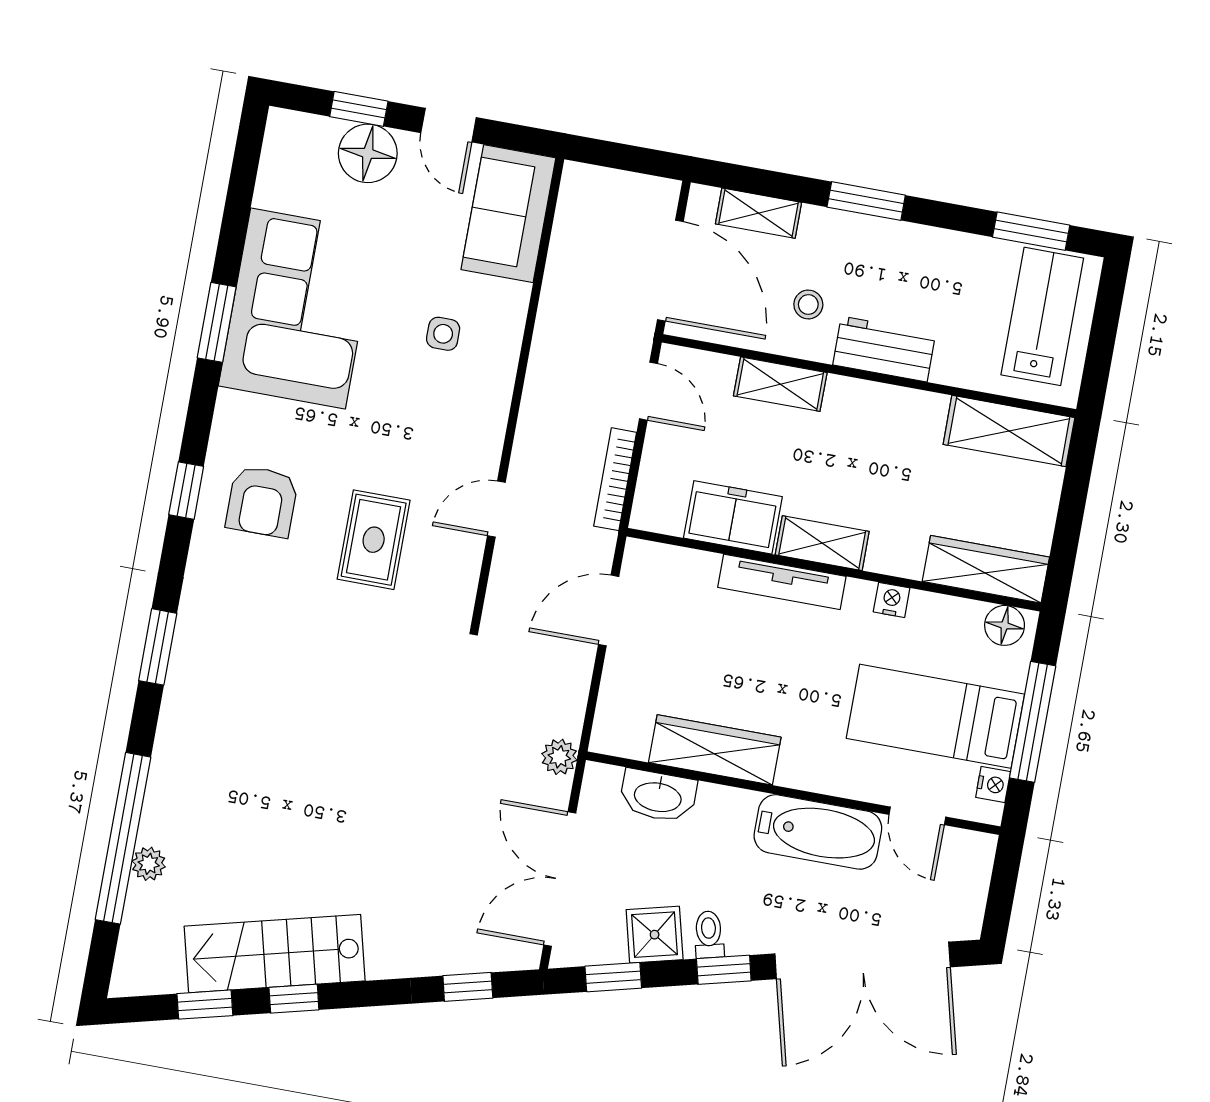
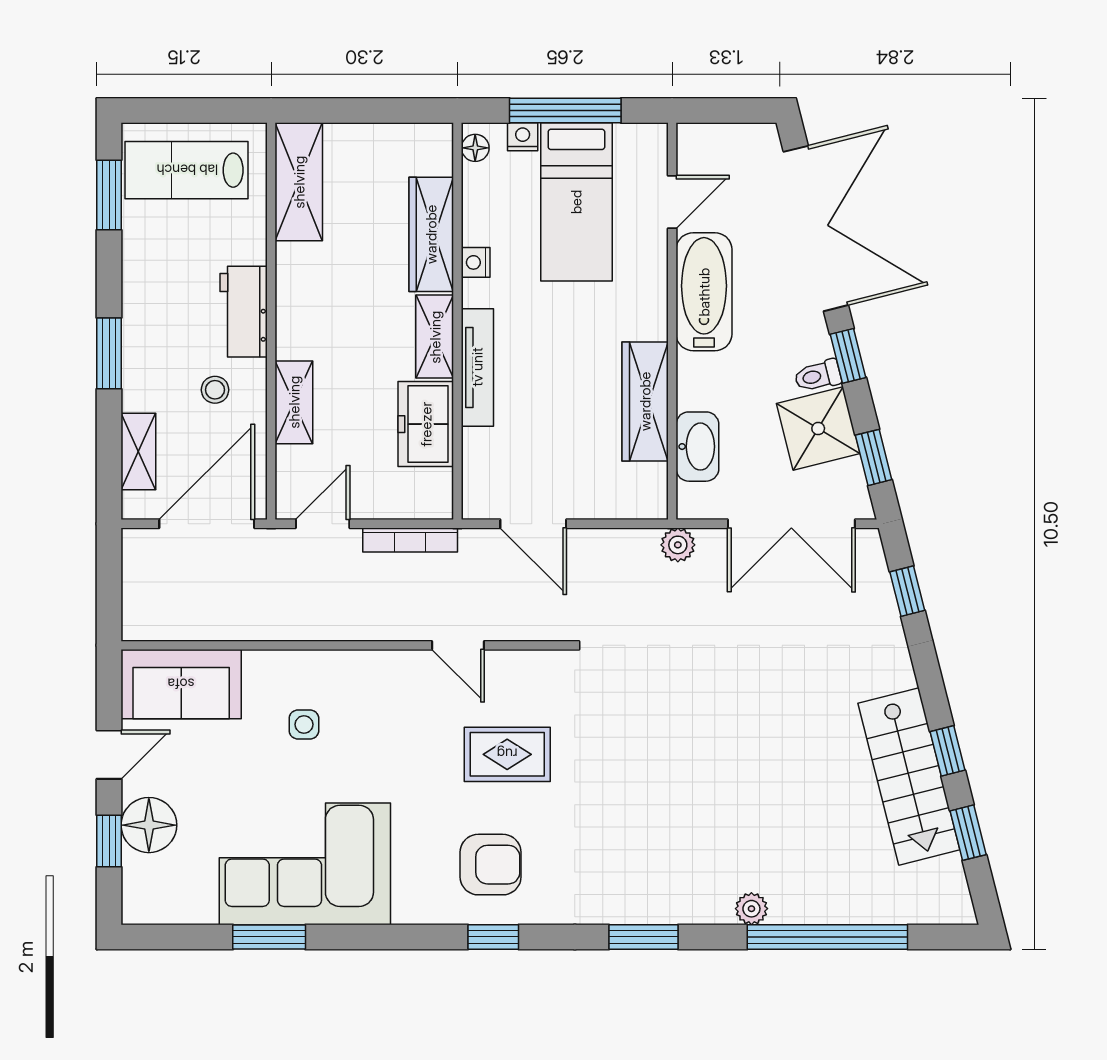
window: (217, 322) -> (269, 937), moved
wardrobe: (986, 569) -> (431, 234), moved
floor lamp: (1005, 625) -> (475, 148), width x0.73, depth x0.73
nightstand: (993, 784) -> (523, 137), moved
plant: (149, 864) -> (751, 909), moved
shower: (655, 935) -> (818, 429), width x1.36, depth x1.36

